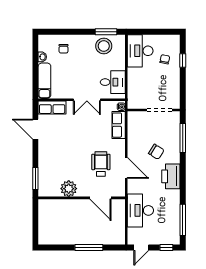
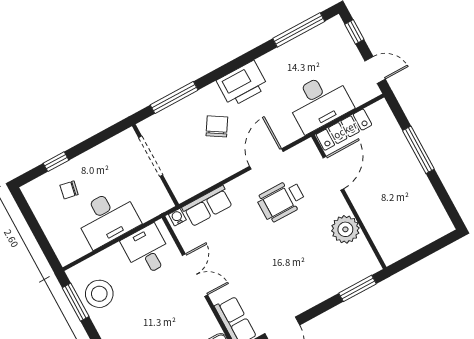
desk: (140, 51) -> (107, 218), moved
locker: (120, 215) -> (344, 130), added

